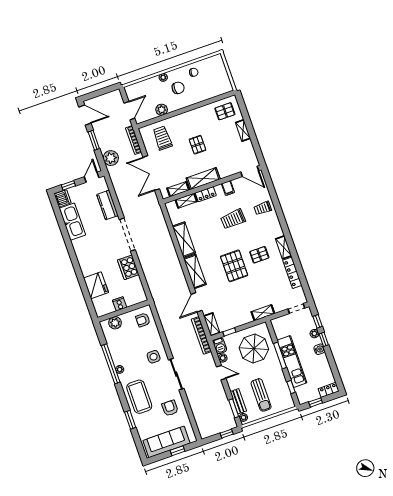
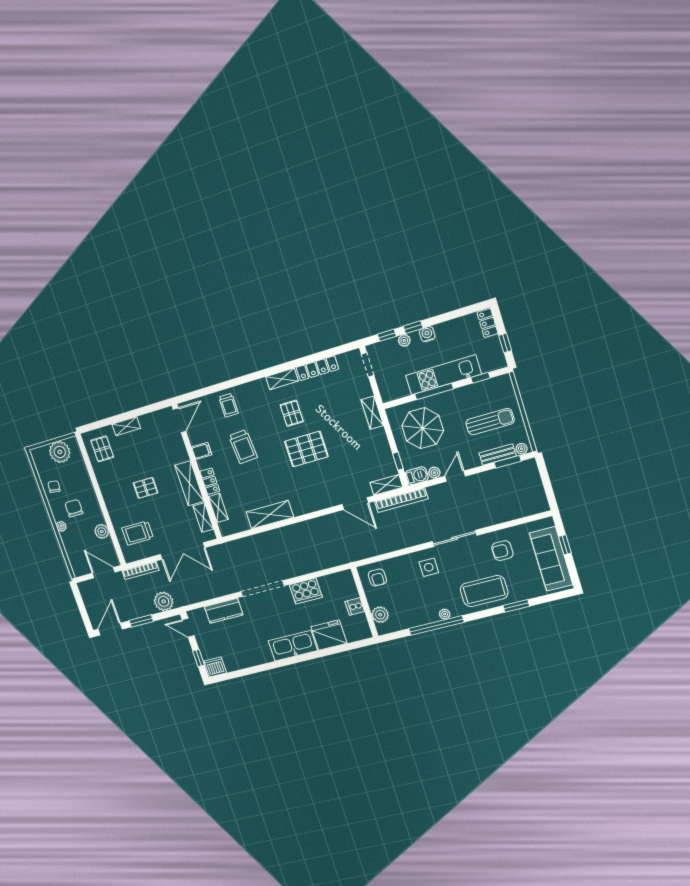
plant: (221, 78) -> (60, 452), added
kitchen sink: (72, 222) -> (293, 646), moved
shelving: (195, 271) -> (313, 503), removed
window: (227, 434) -> (544, 474), removed

